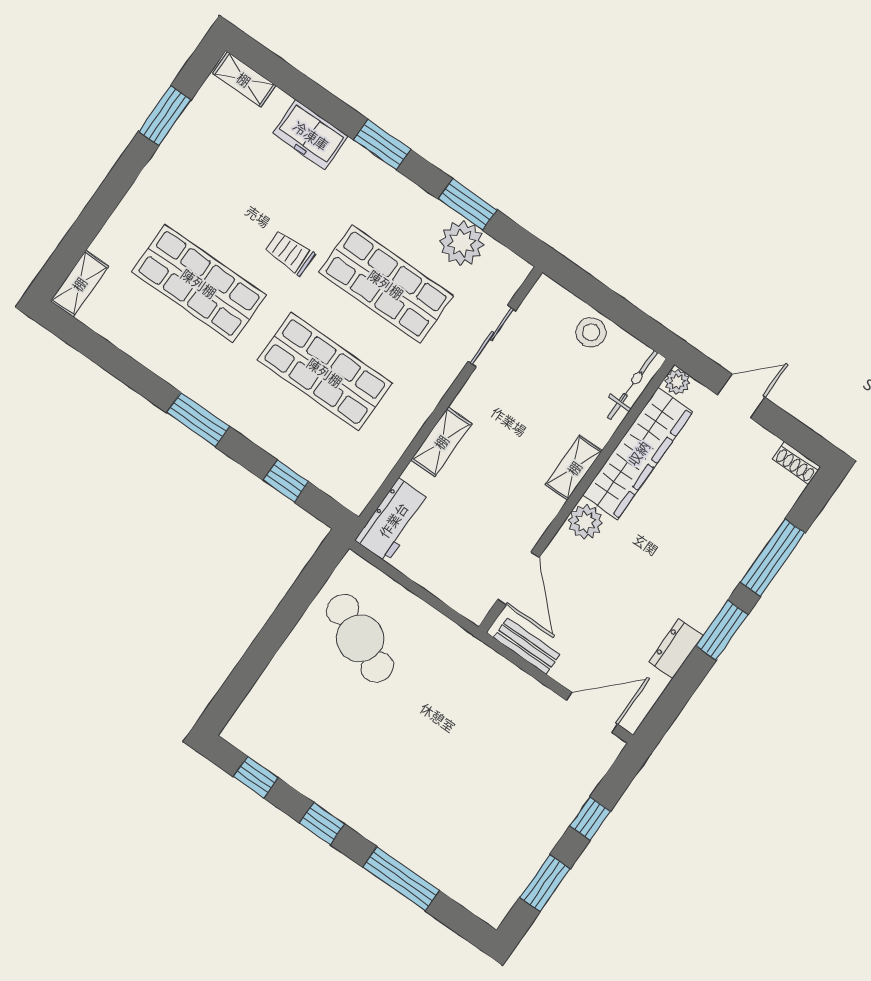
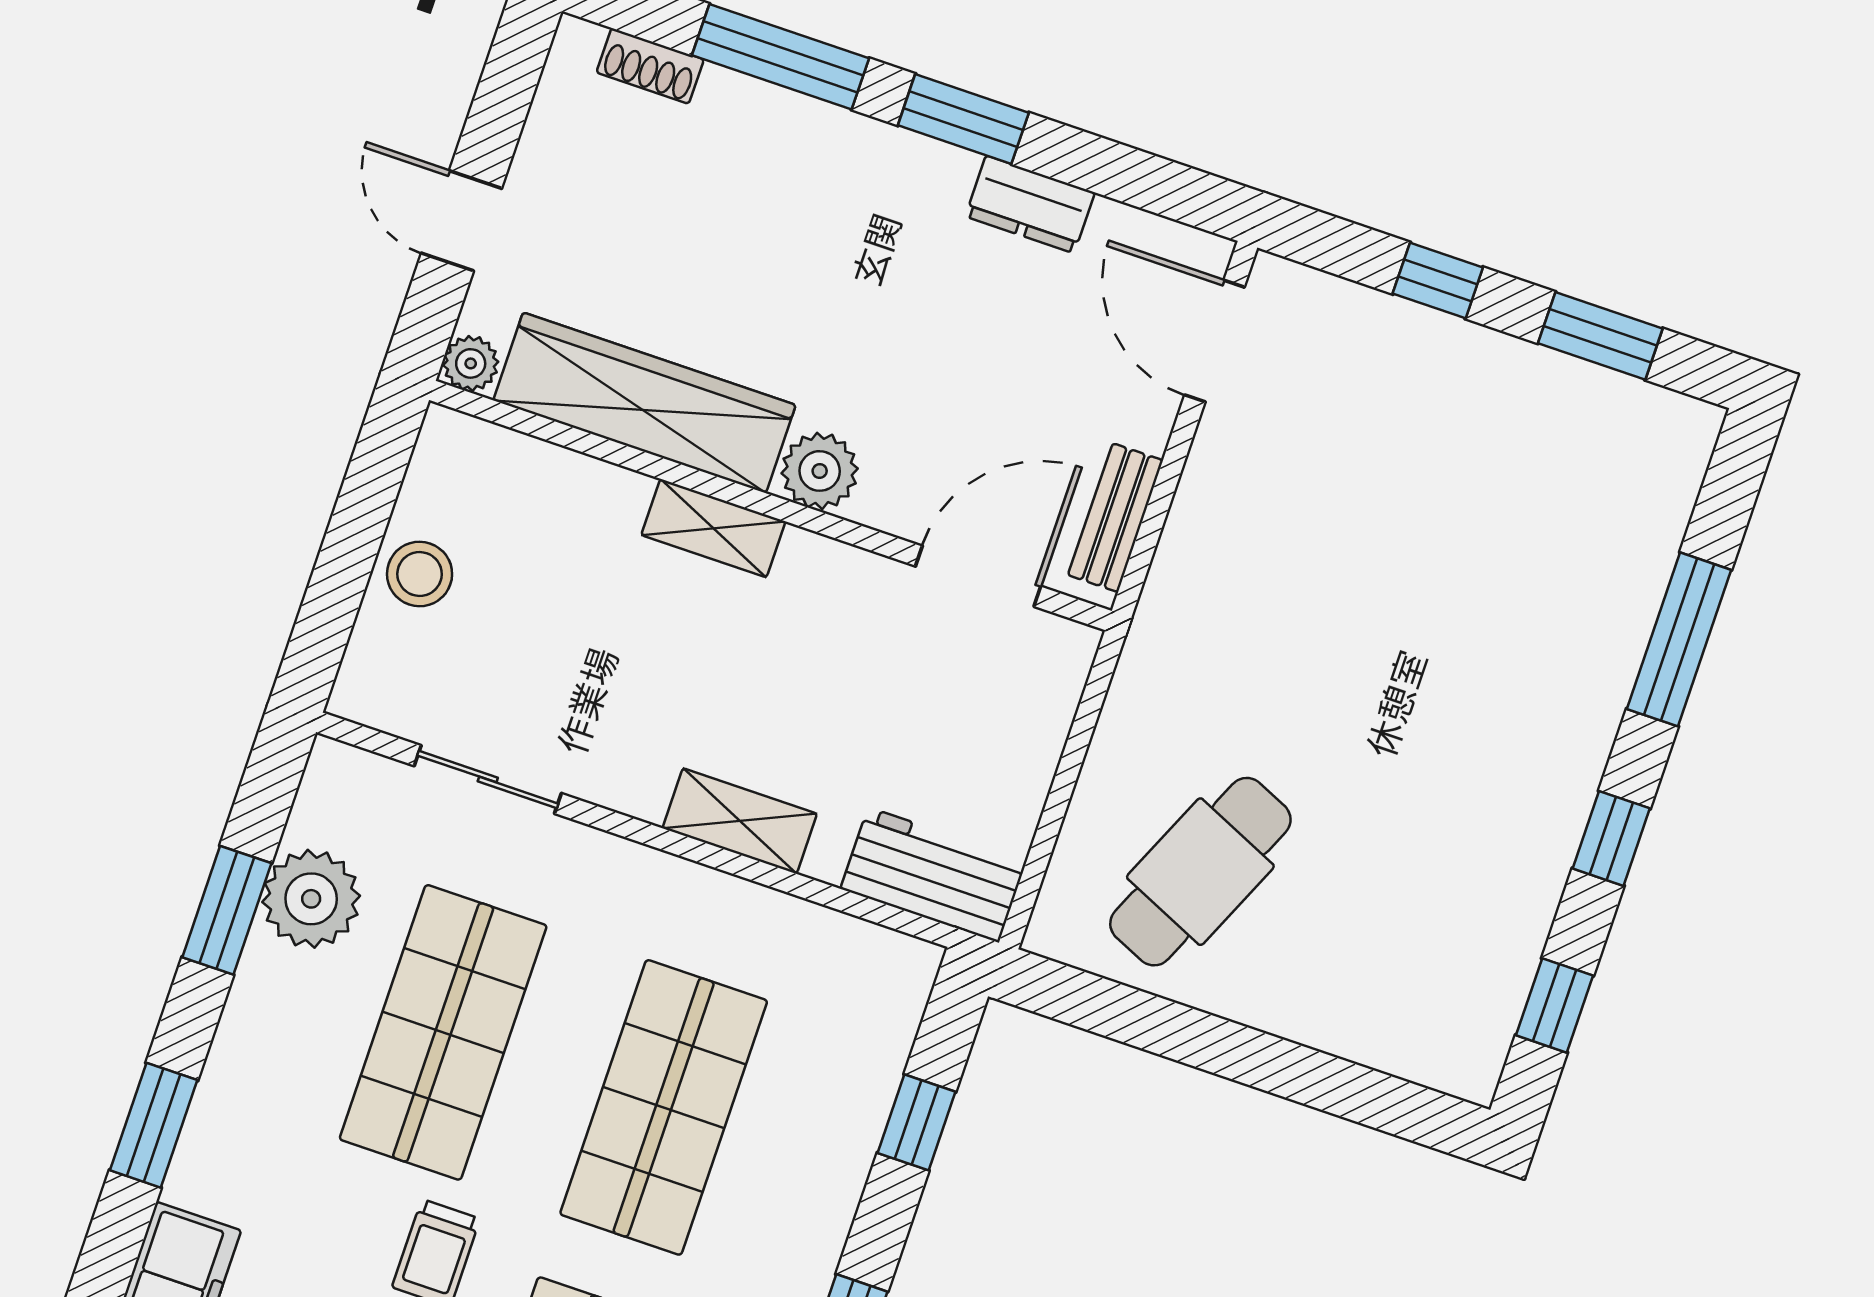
bicycle: (632, 385) -> (505, 456), removed
shoe rack: (796, 463) -> (650, 66), moved, turned 90

